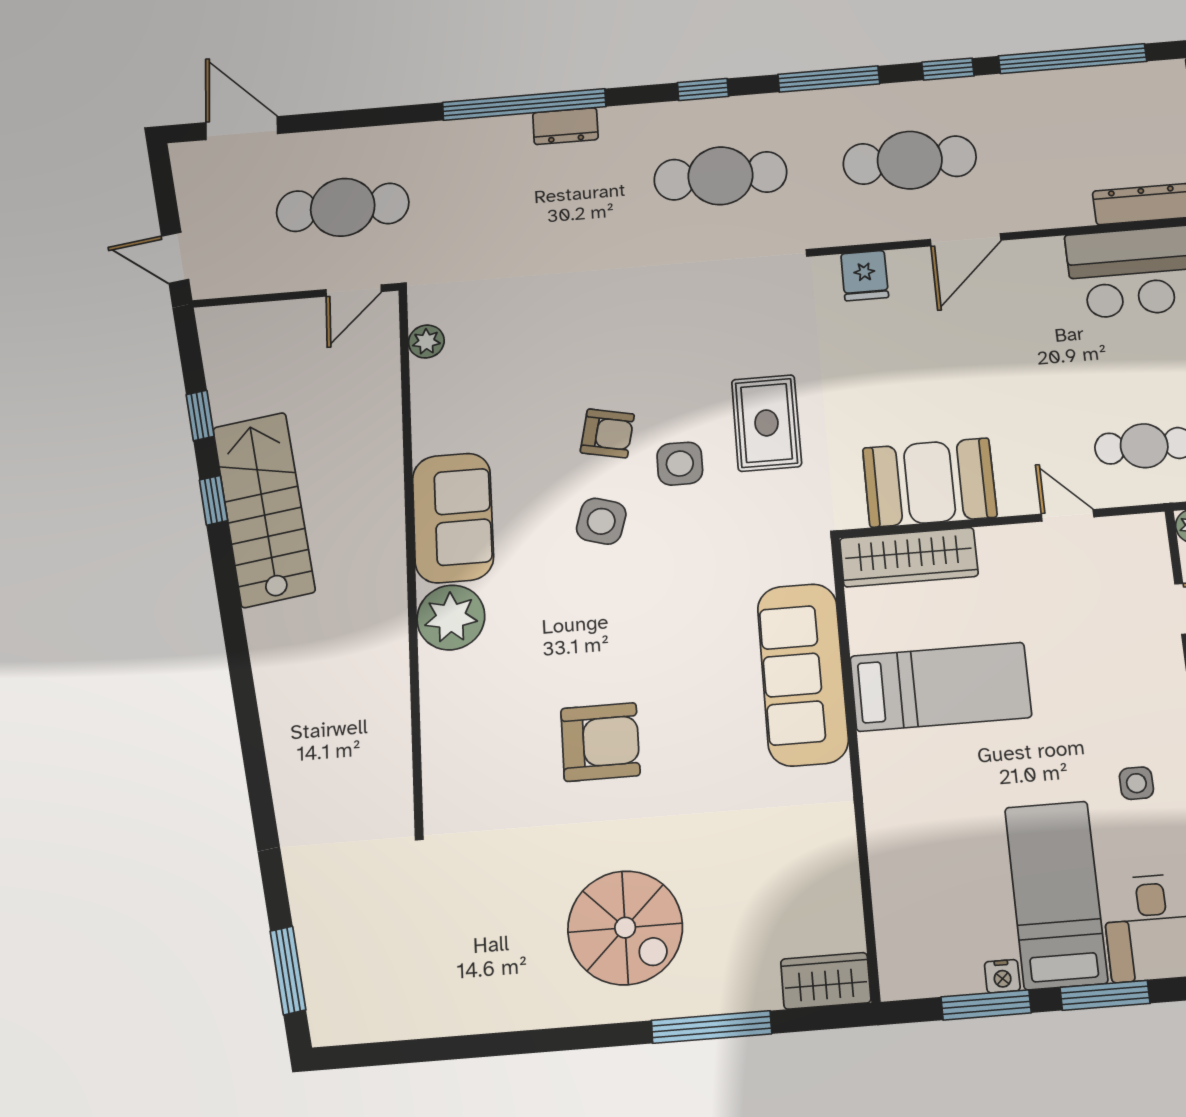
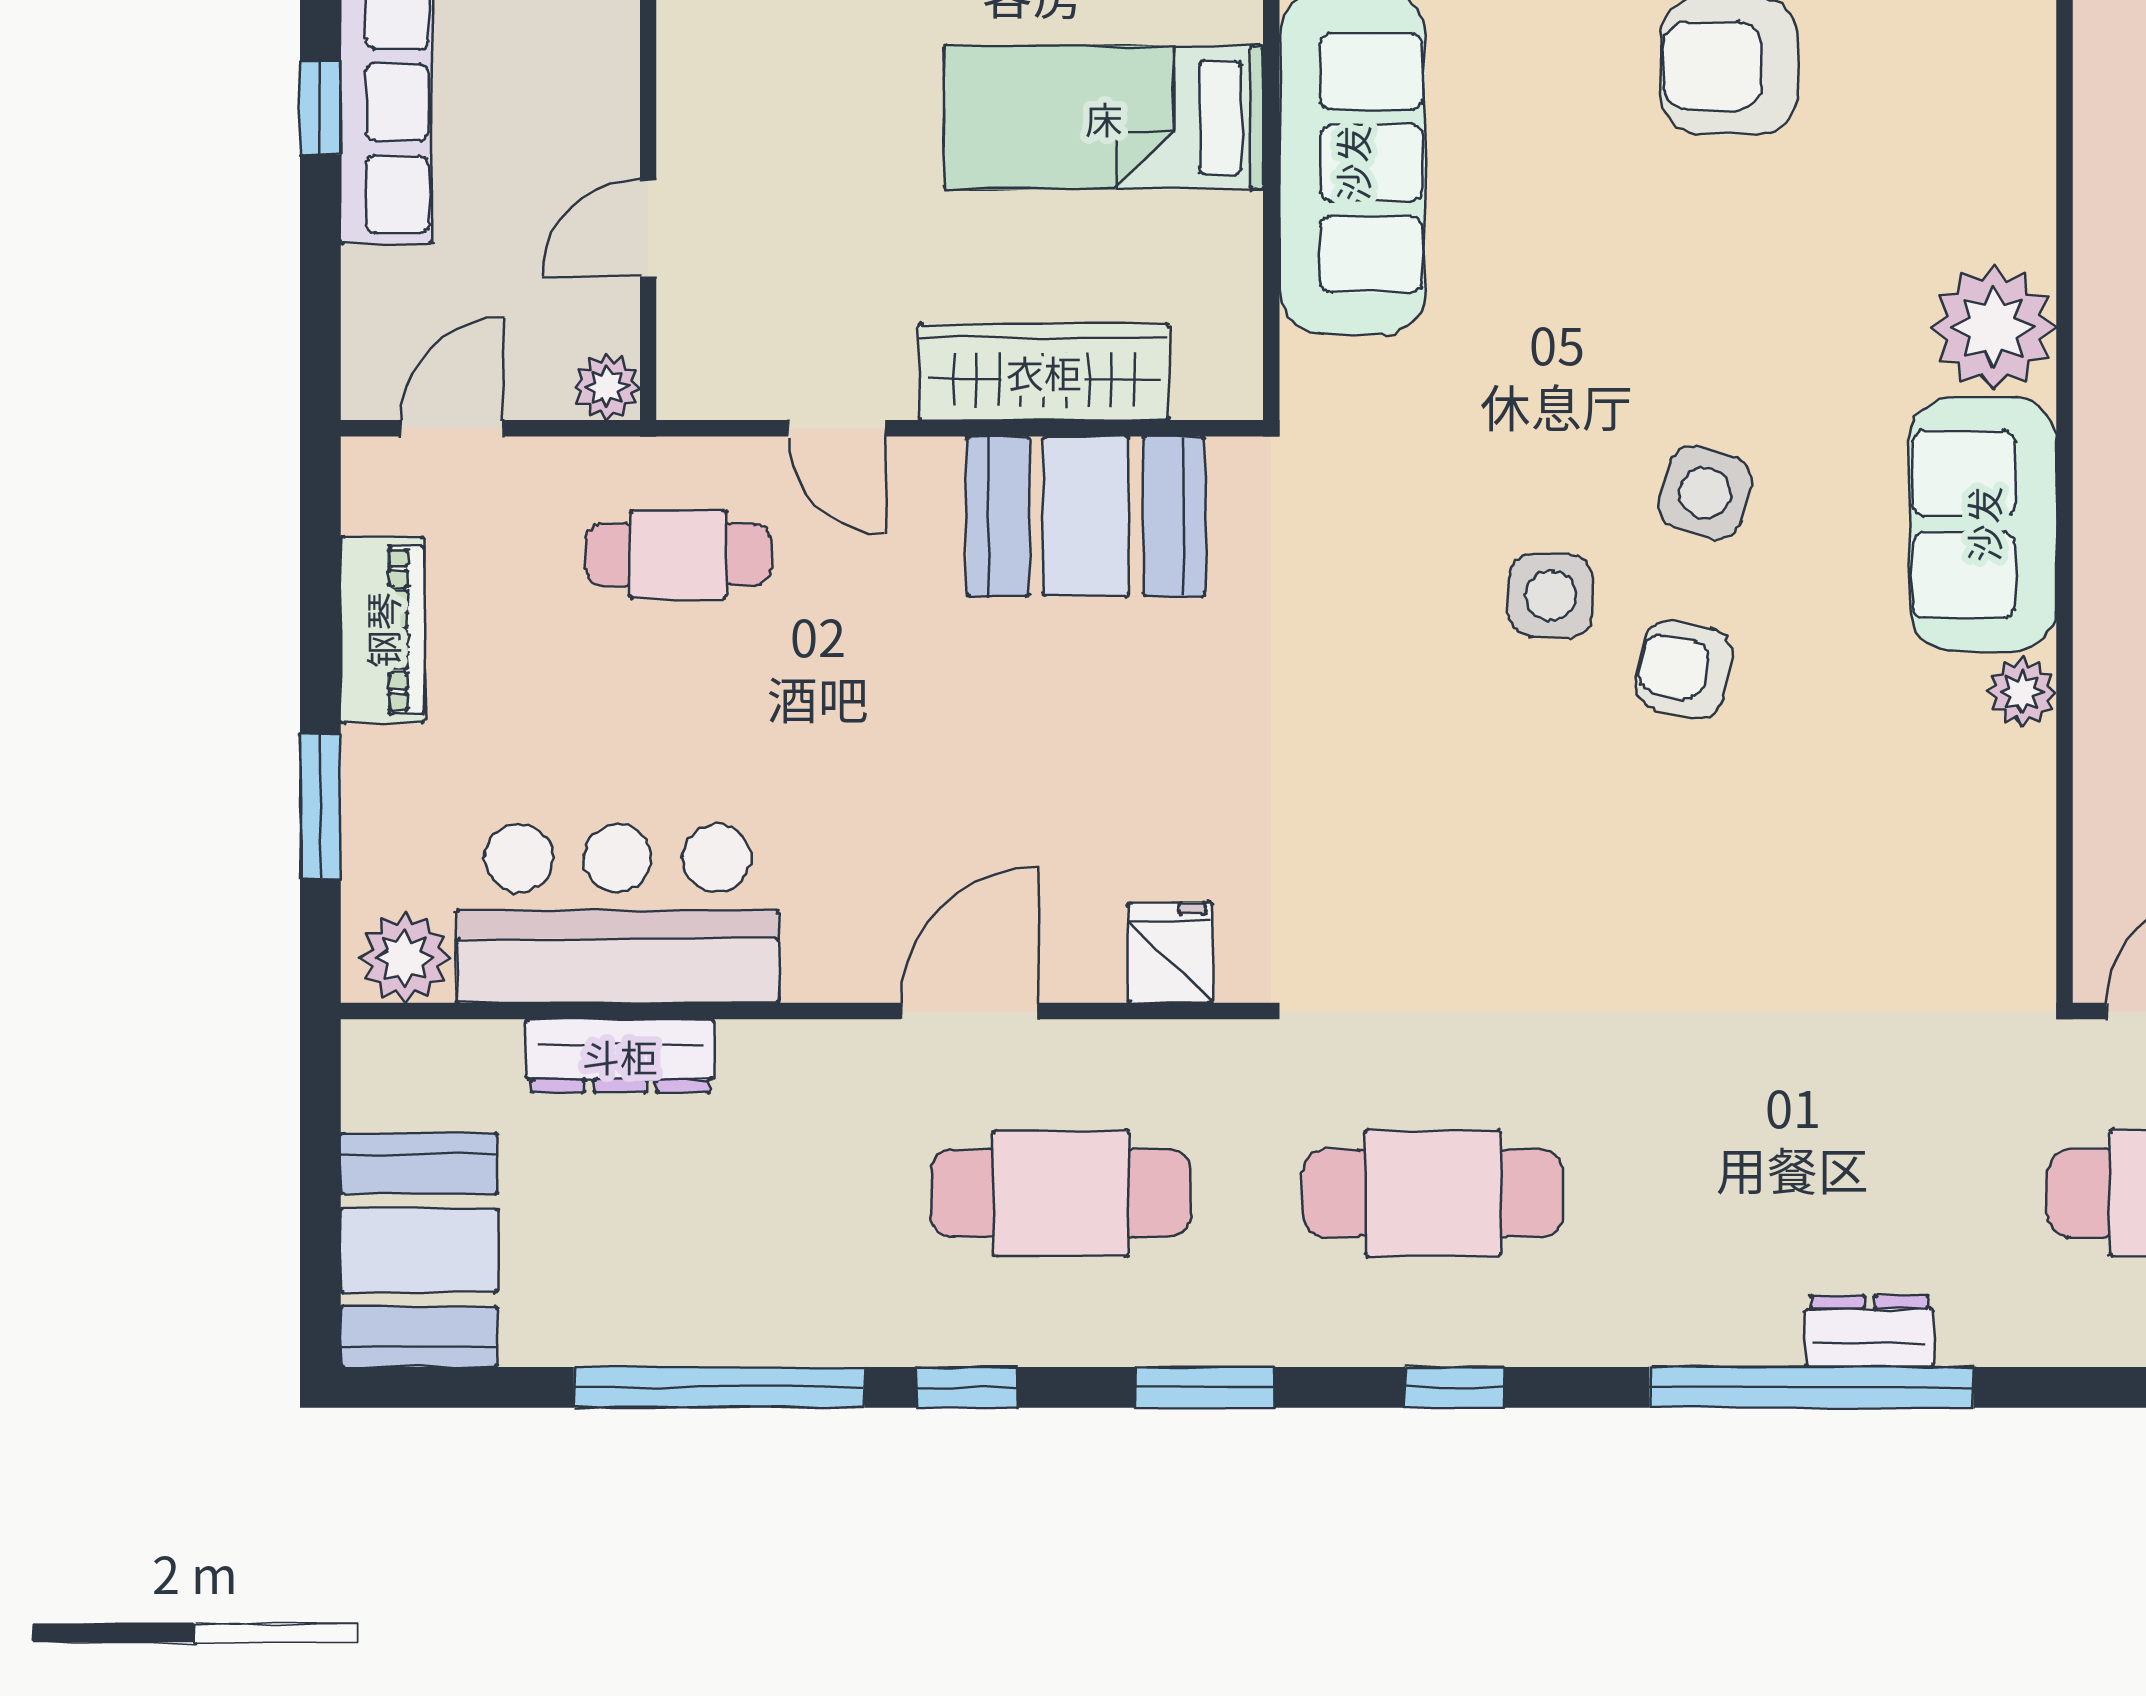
window: (829, 79) -> (1204, 1387), width x0.69
dresser: (565, 126) -> (1870, 1331), moved
plant: (426, 342) -> (2022, 692), moved
rug: (766, 423) -> (1382, 663), removed
wardrobe: (909, 557) -> (1044, 372), moved

